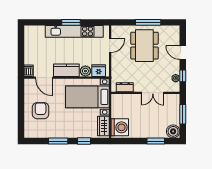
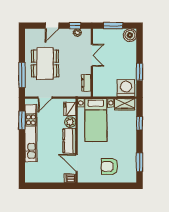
window: (71, 22) -> (22, 120), moved
window: (148, 22) -> (22, 75), moved
door: (110, 46) -> (45, 98), swing flipped
dining table: (144, 46) -> (45, 63), turned 90
door: (44, 78) -> (77, 163), swing flipped
window: (58, 141) -> (140, 162), moved
window: (156, 141) -> (140, 72), moved

